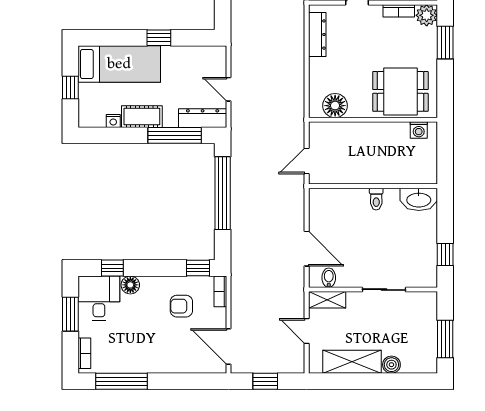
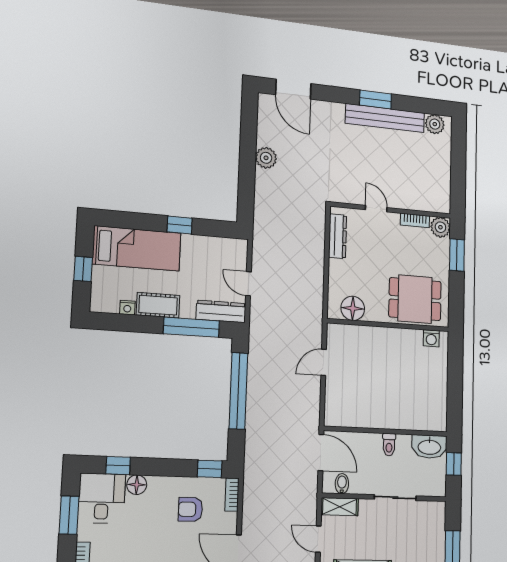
wall: (373, 186) -> (386, 431), moved
toilet: (376, 199) -> (389, 445), moved
washbasin: (419, 199) -> (429, 447), moved

